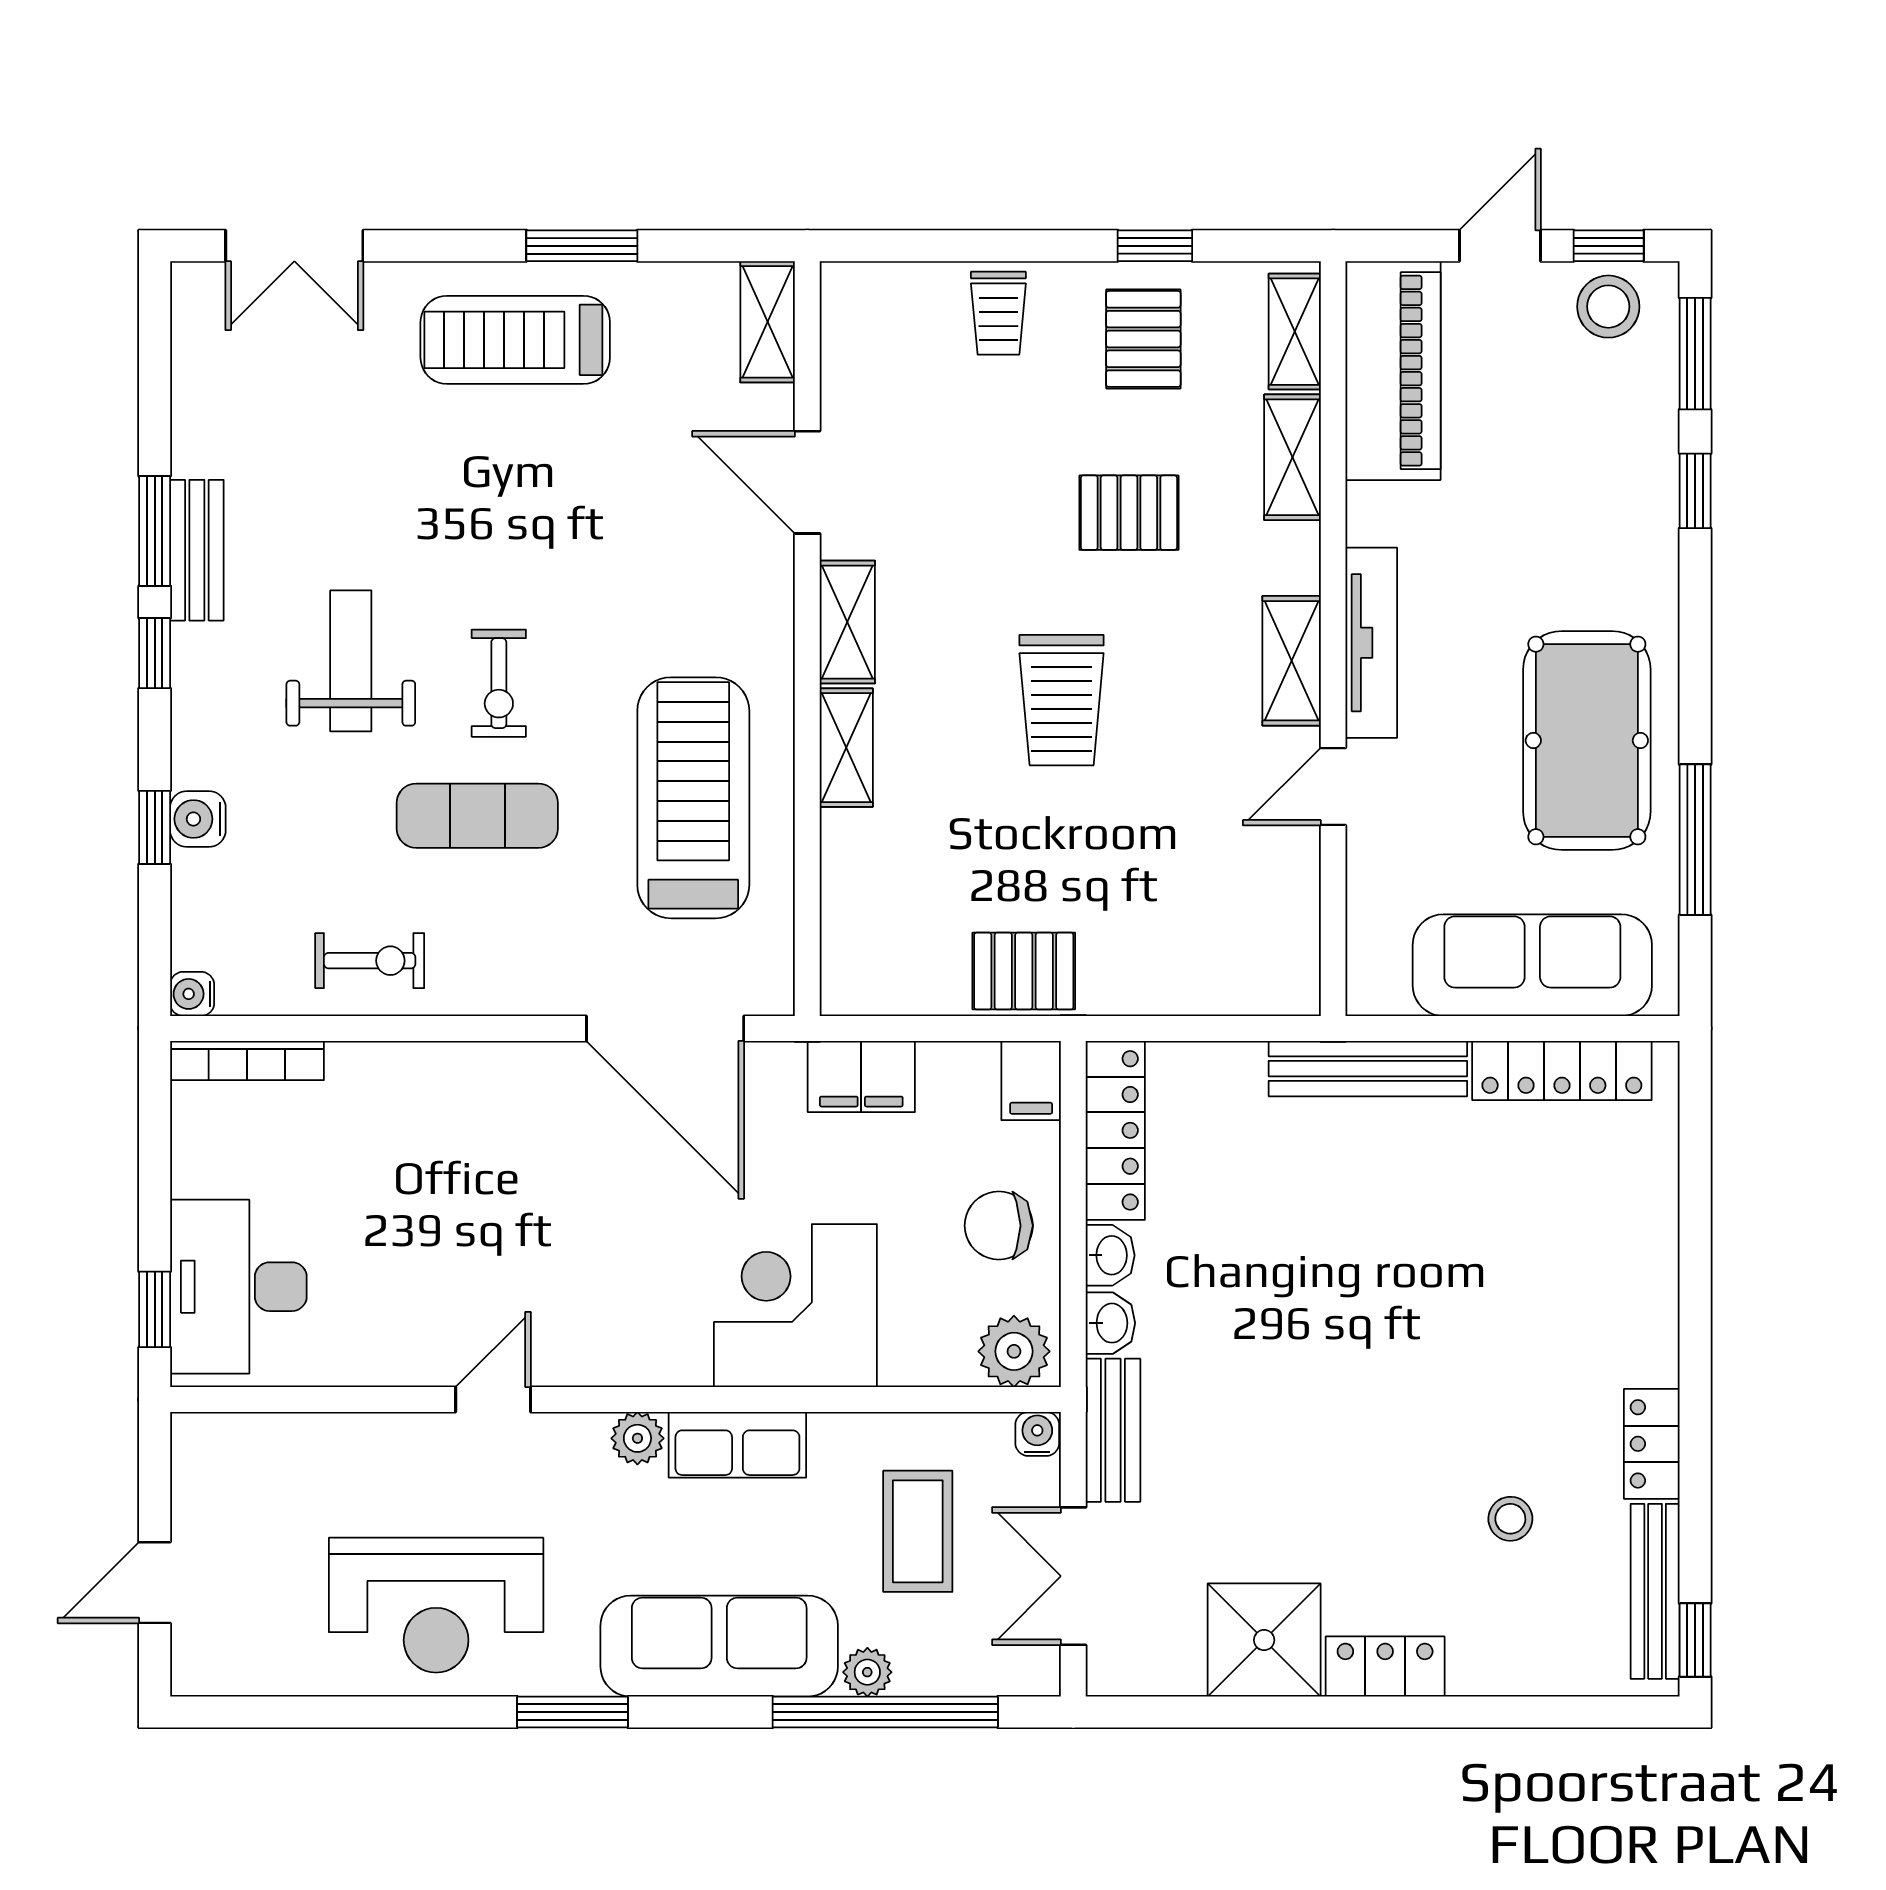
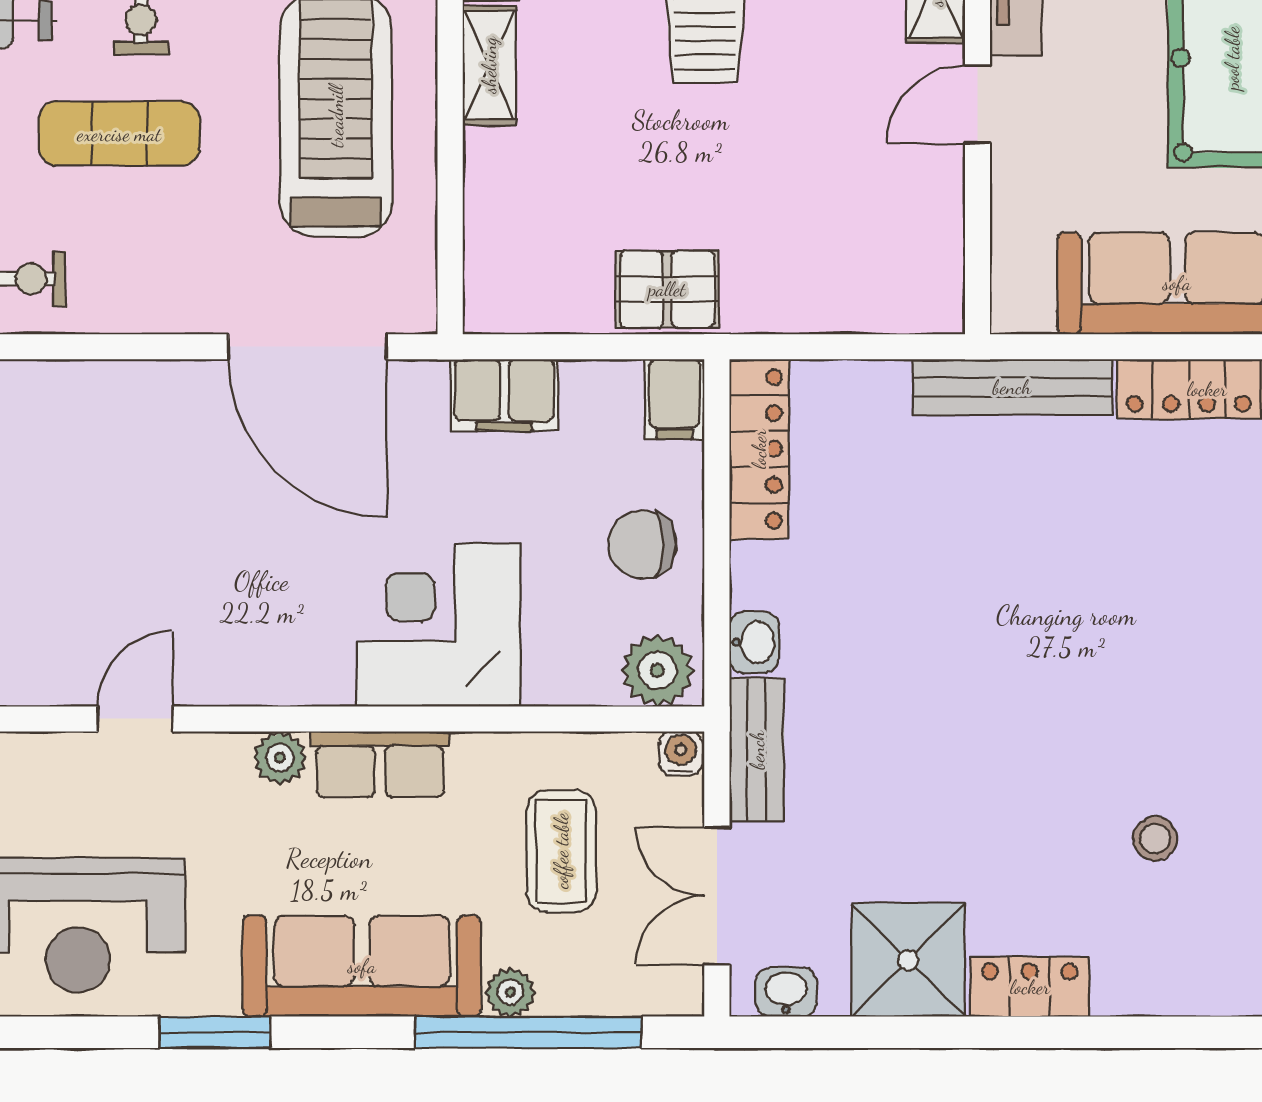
washbasin: (1110, 1255) -> (786, 992), moved, turned -90

